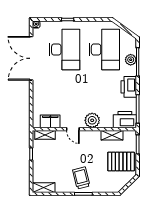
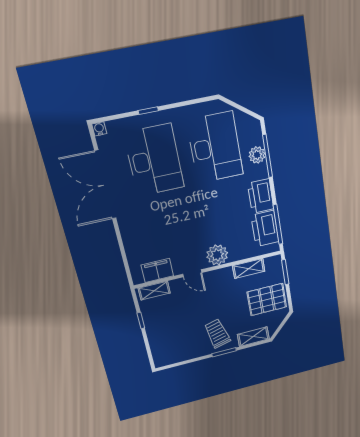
printer: (125, 120) -> (265, 229), moved, turned -90
shelving: (44, 188) -> (253, 337), moved

